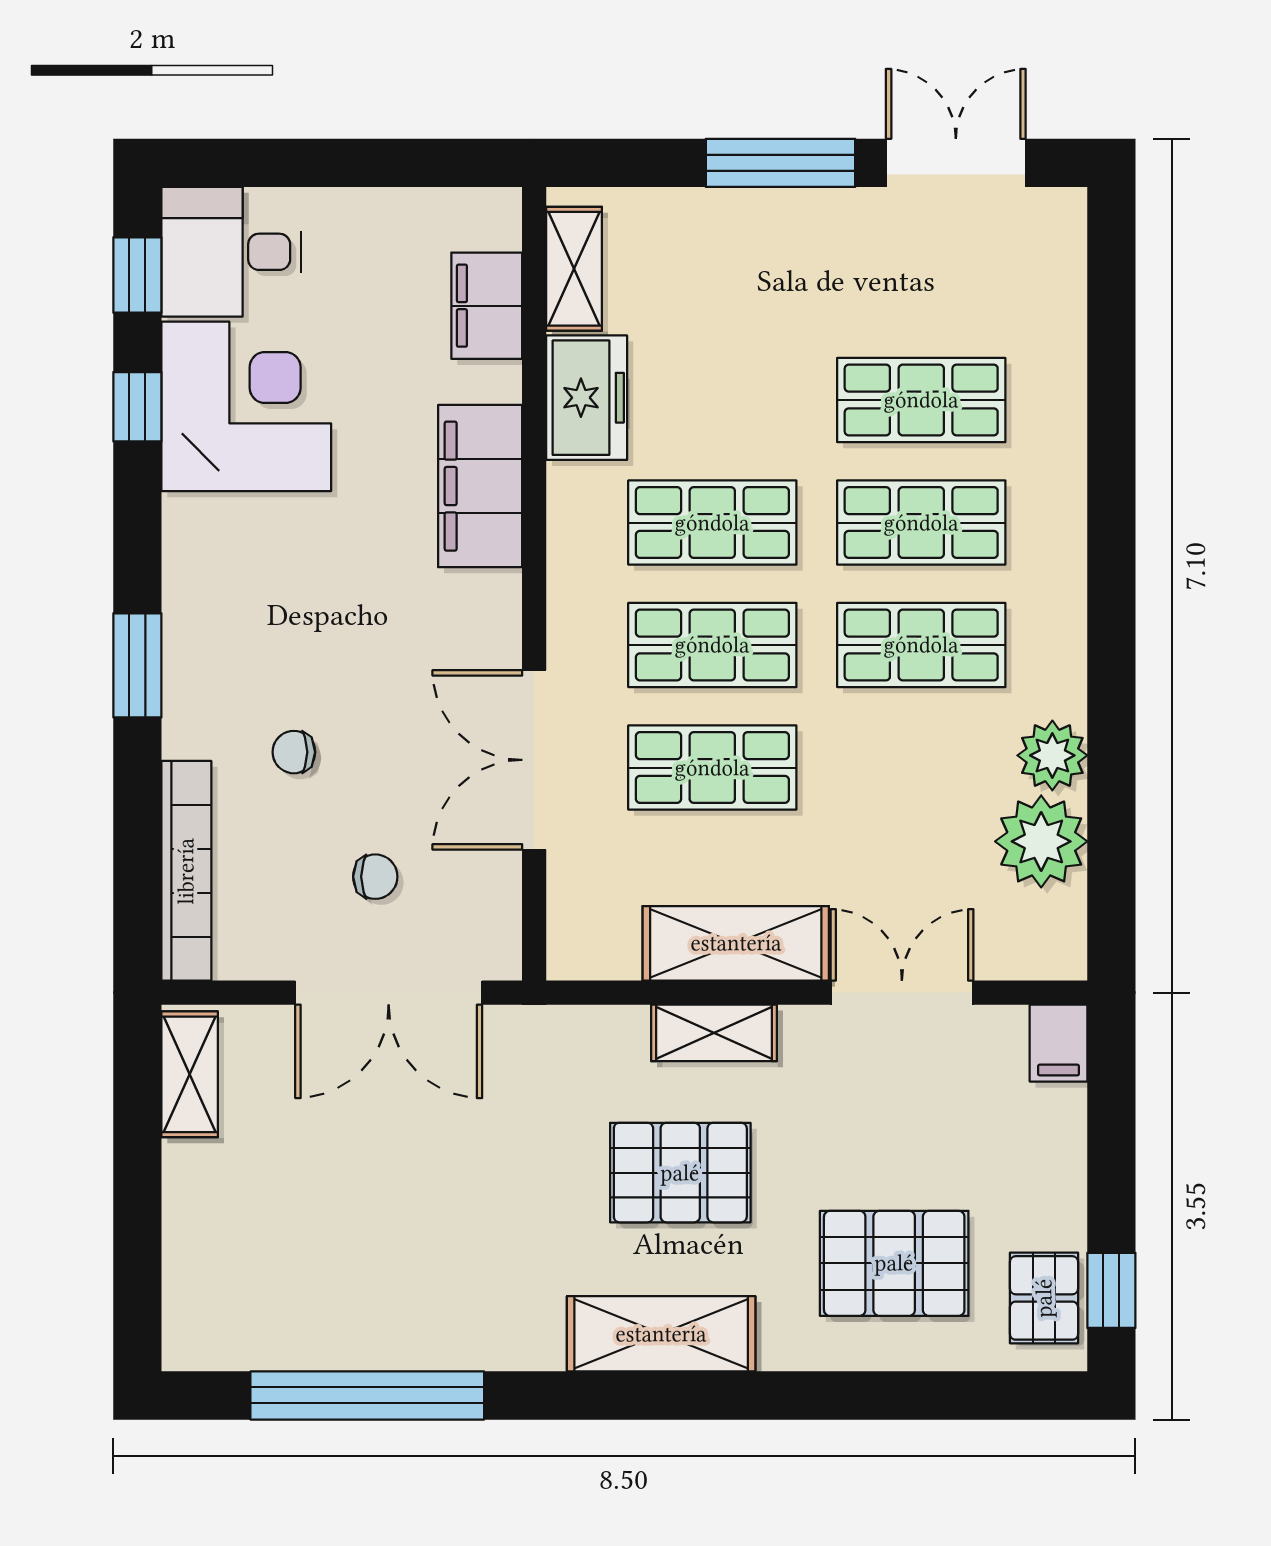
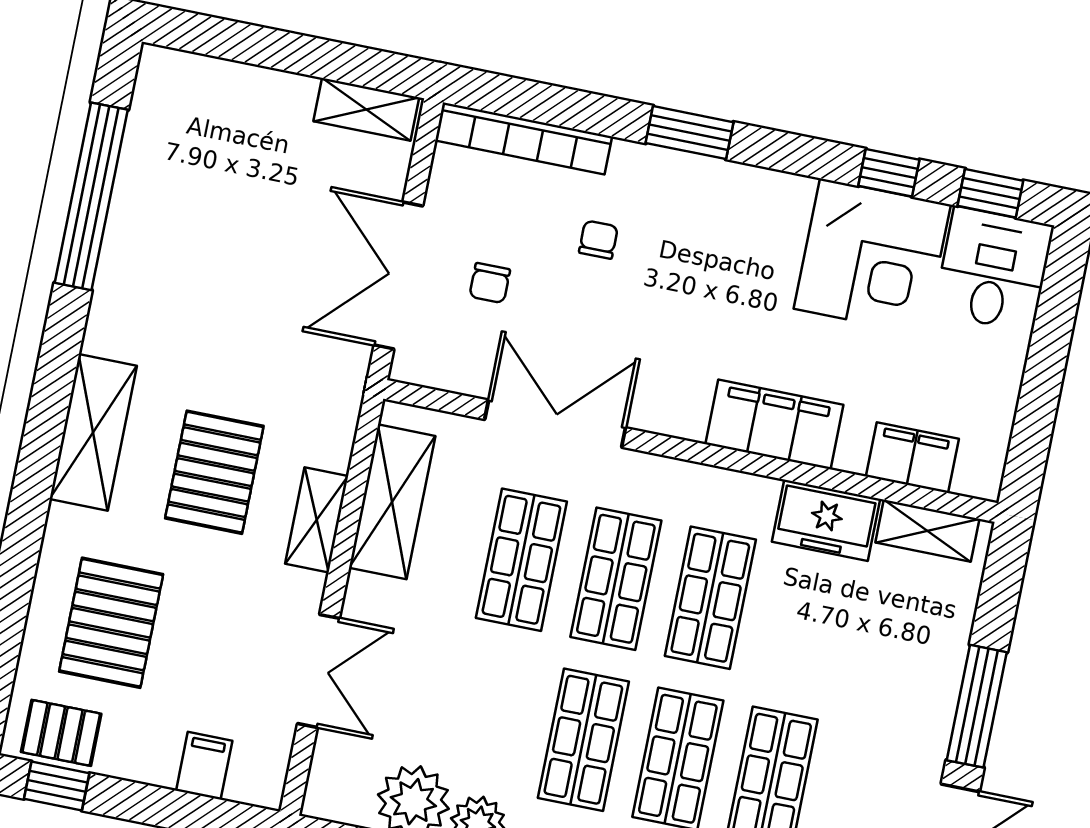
shelving: (736, 943) -> (392, 502), moved
filing cabinet: (1058, 1043) -> (204, 766), moved, turned 90

